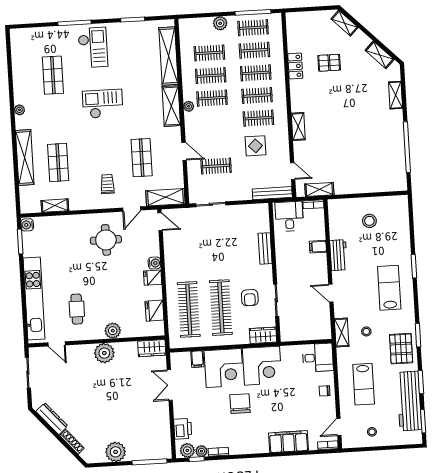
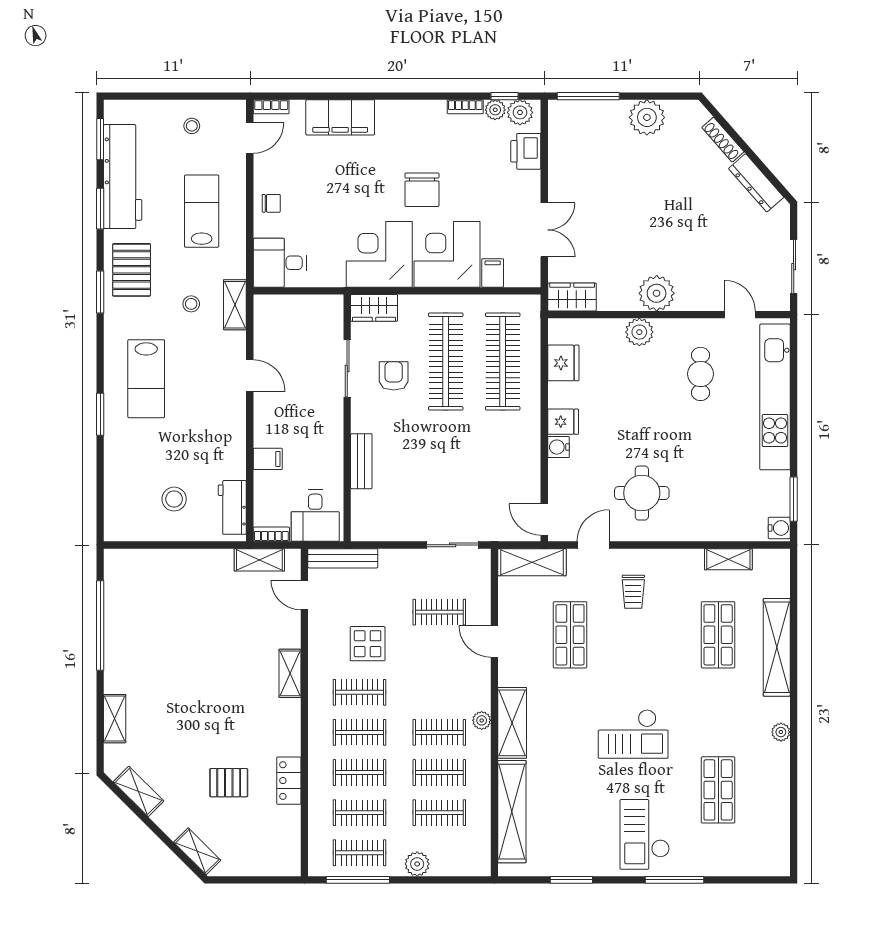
workbench: (339, 255) -> (232, 507), moved

